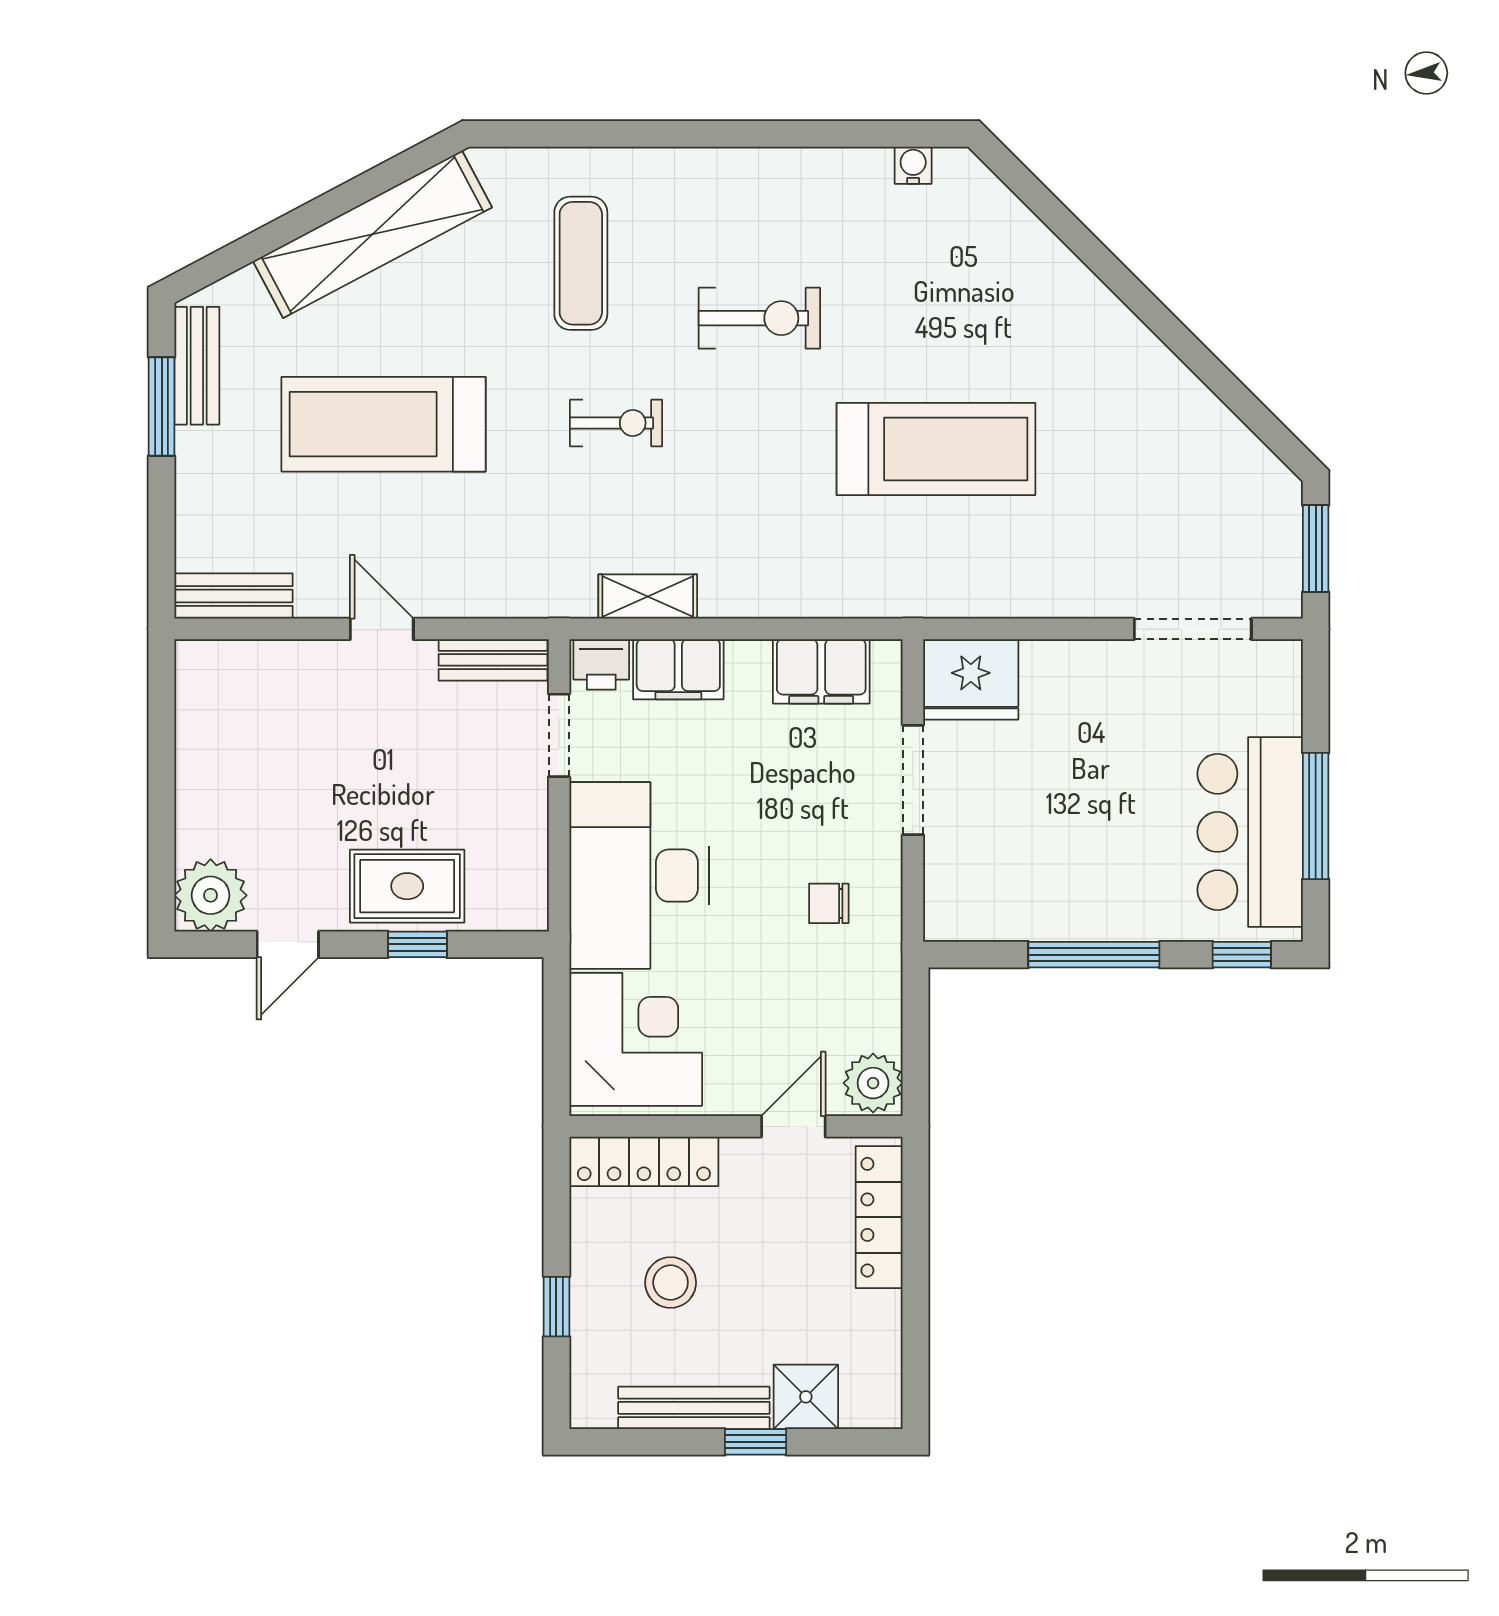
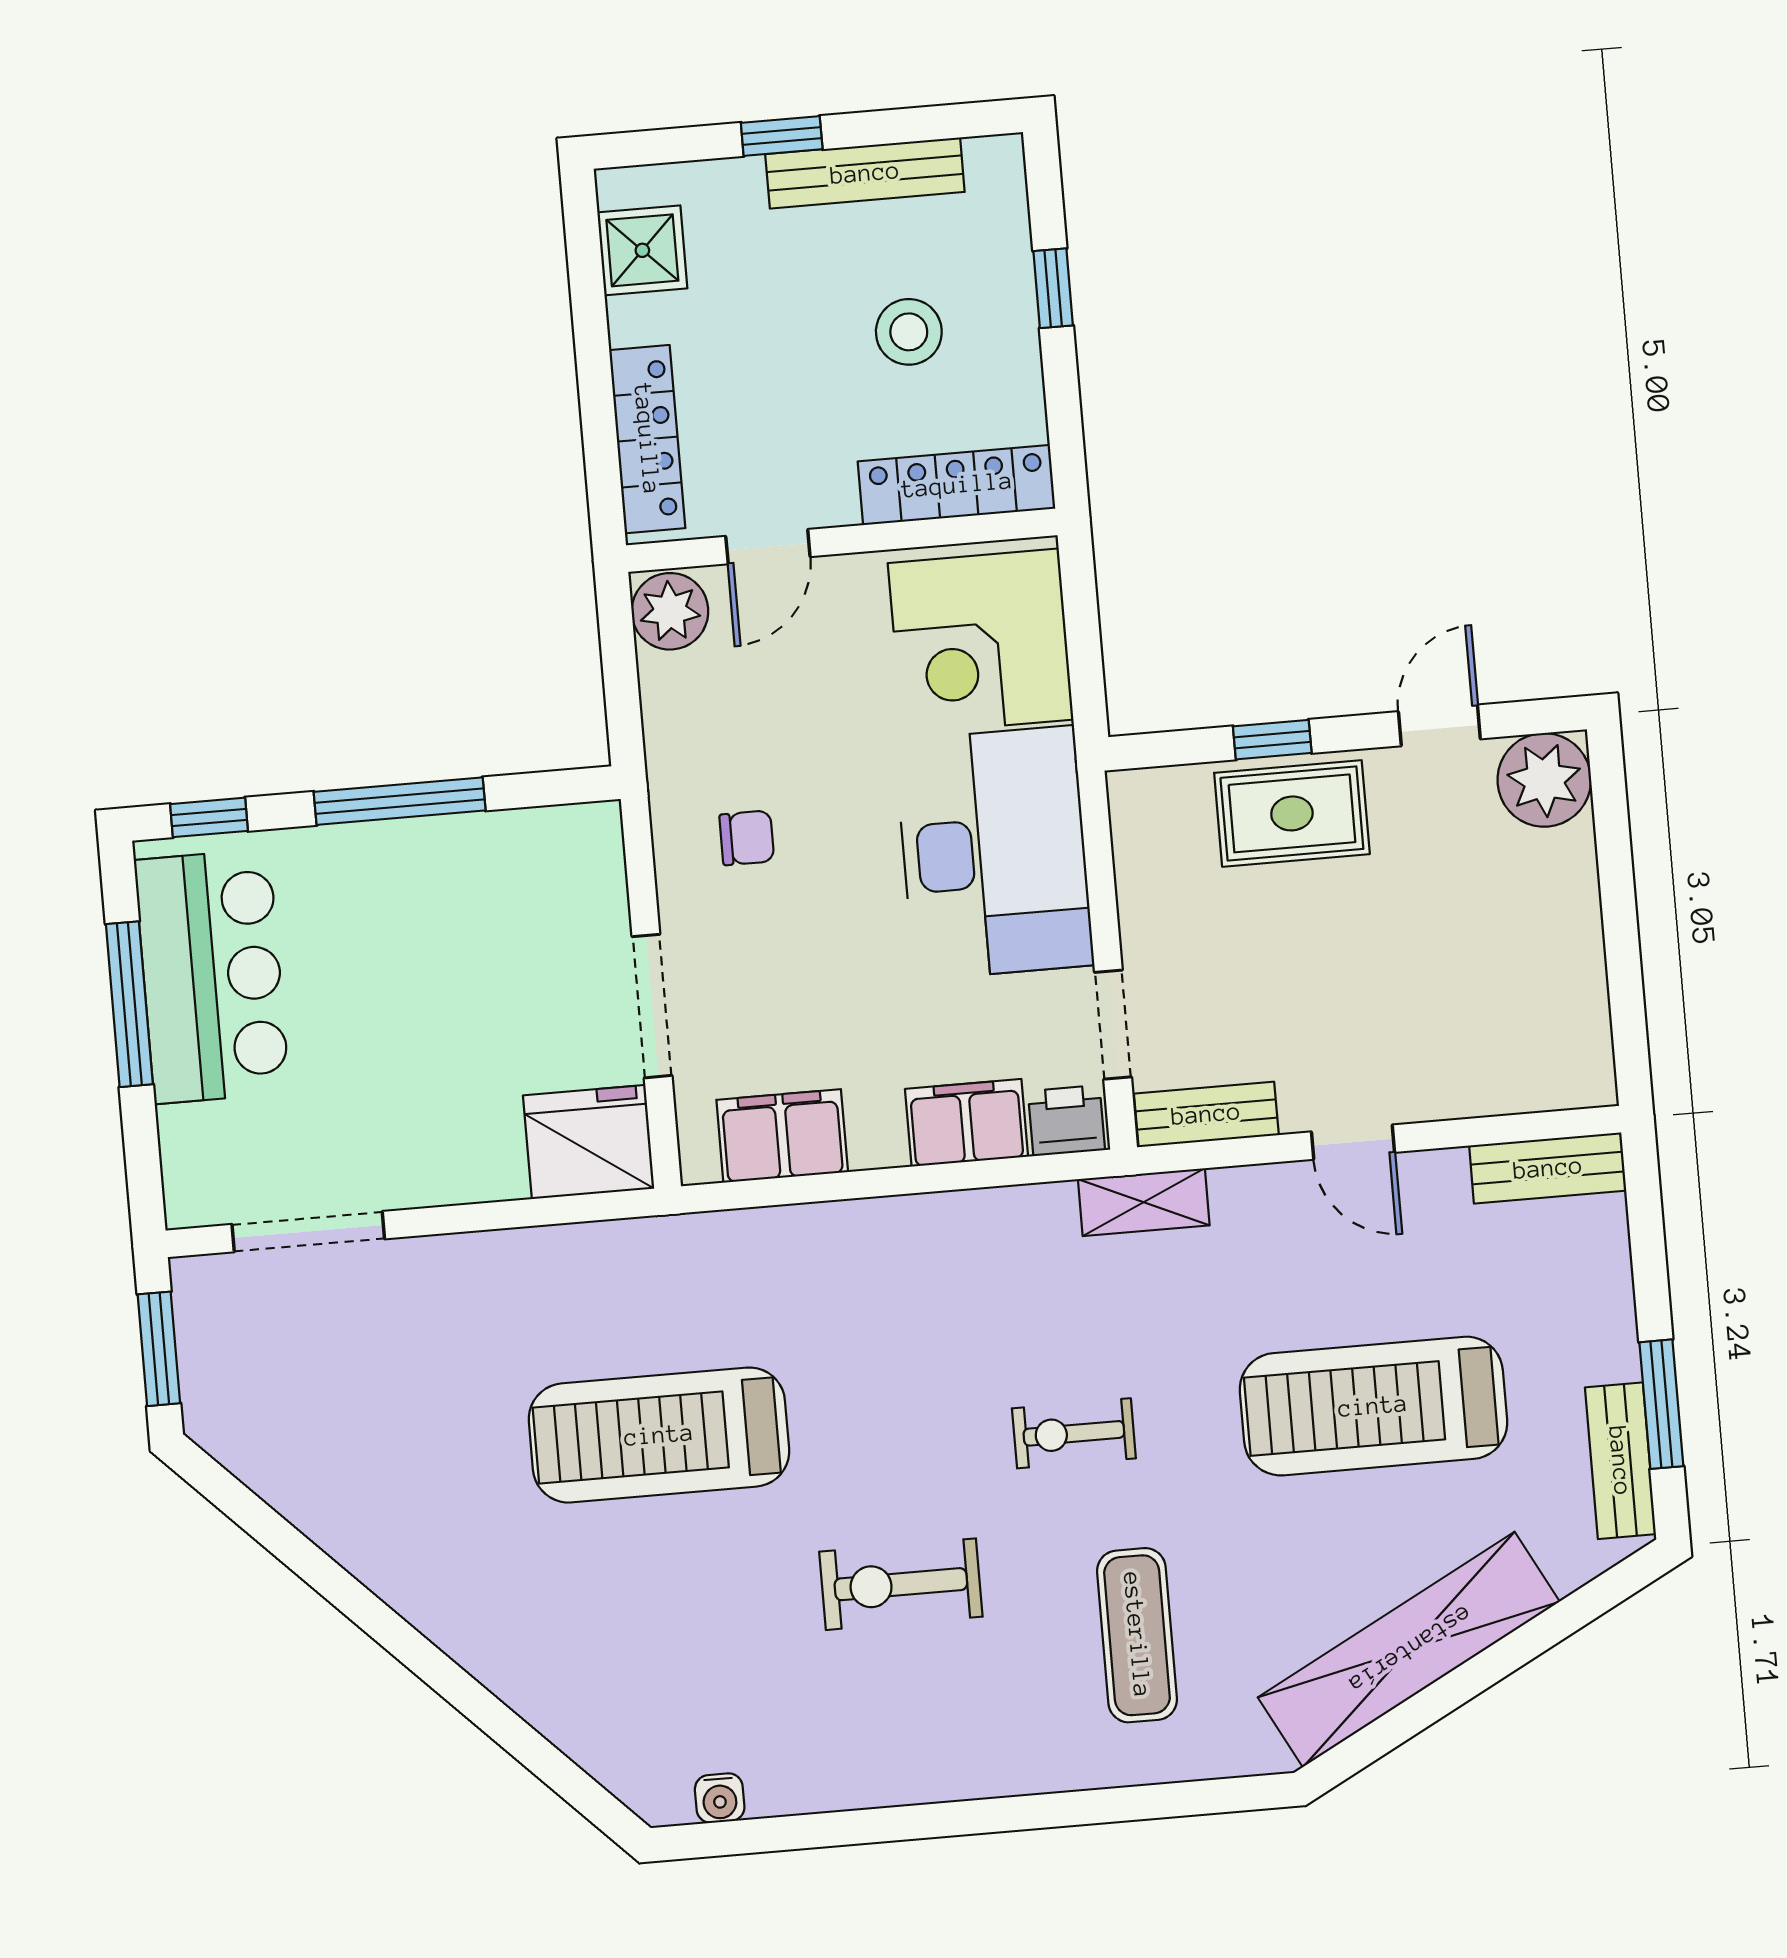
treadmill: (383, 424) -> (1373, 1406), turned 180
shelving: (648, 596) -> (1144, 1202), moved
shower: (806, 1397) -> (642, 250), moved

